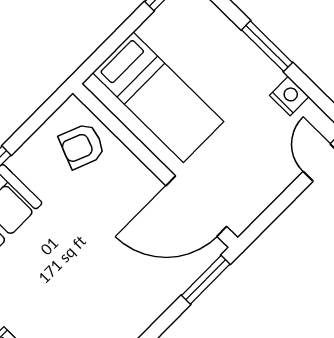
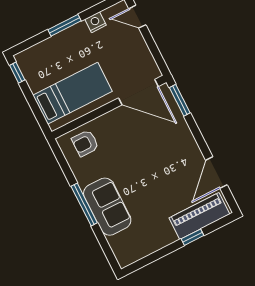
armchair: (82, 146) -> (85, 143), turned 68
door: (196, 206) -> (138, 92), hinge flipped

